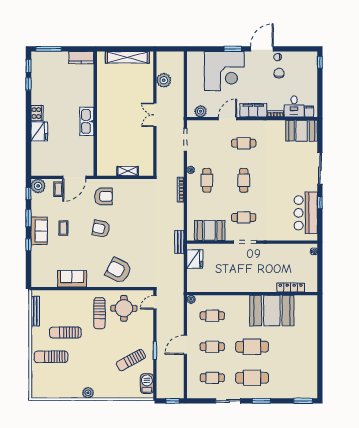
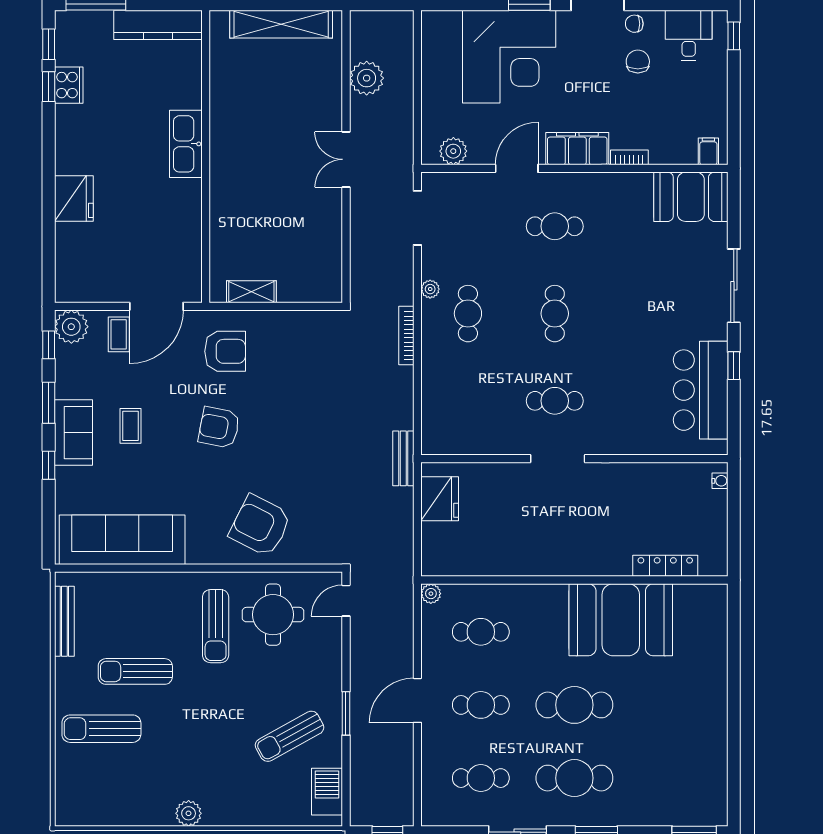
kitchen counter: (81, 58) -> (158, 25), width x1.50
desk: (294, 106) -> (689, 35), moved, turned 180
cooker: (37, 113) -> (69, 85), moved
kitchen sink: (87, 121) -> (186, 144), moved
shelving: (128, 171) -> (251, 292), moved
booth: (210, 230) -> (475, 431), removed
sofa: (72, 279) -> (122, 540), width x1.85, depth x1.27

